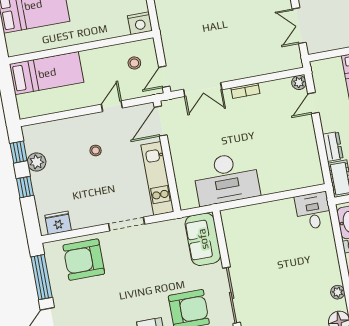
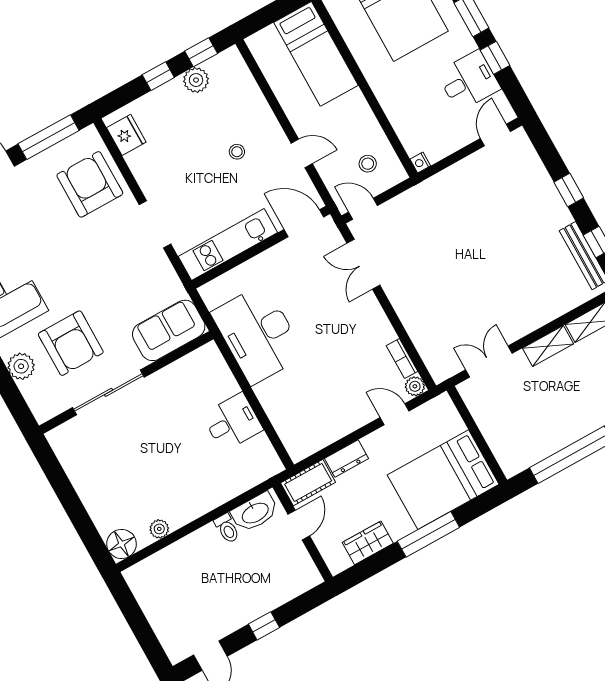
nightstand: (140, 23) -> (420, 162), width x0.53, depth x0.56
bookcase: (245, 91) -> (402, 359), moved
desk: (313, 211) -> (232, 422), moved

